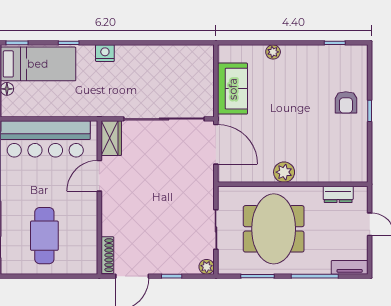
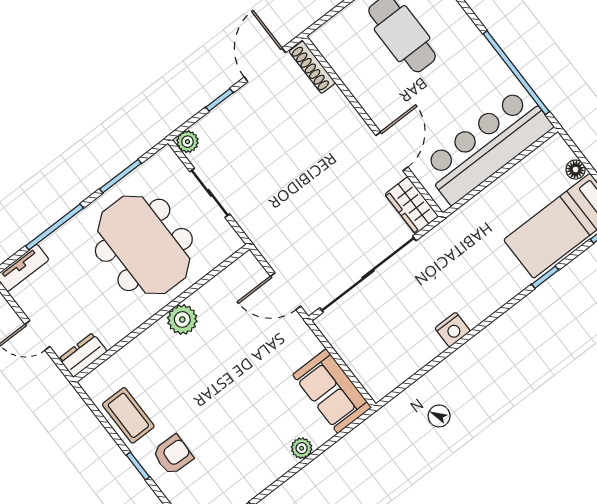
nightstand: (105, 53) -> (453, 330), moved
sofa: (233, 89) -> (332, 391), moved
armchair: (346, 102) -> (173, 455), turned 92
coffee table: (354, 143) -> (128, 415), added
door: (216, 144) -> (286, 291), width x0.73
dresser: (338, 194) -> (83, 355), moved

